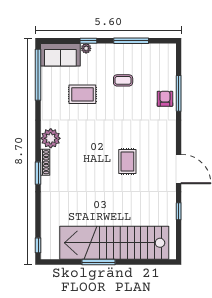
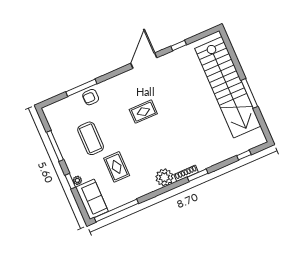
coffee table: (123, 80) -> (91, 138), width x1.86, depth x1.72
rug: (127, 162) -> (143, 112), moved
window: (38, 245) -> (244, 155), moved

